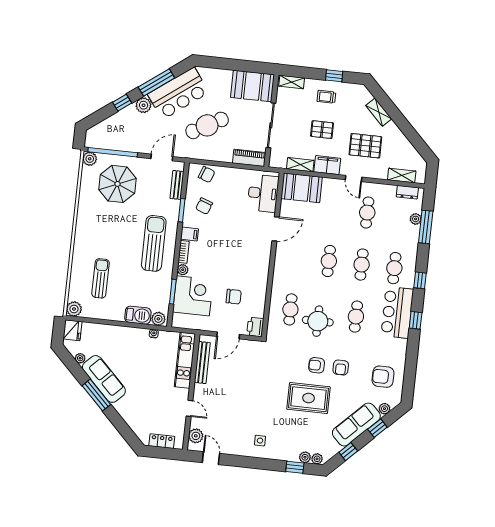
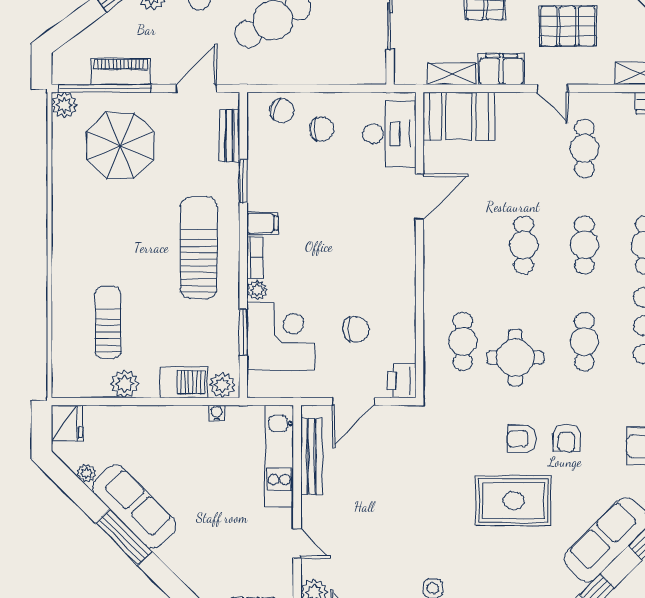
piano: (249, 158) -> (121, 72), moved
chair: (204, 206) -> (322, 129), moved, turned -110
plant: (74, 309) -> (124, 384), moved

